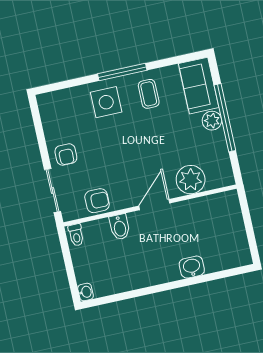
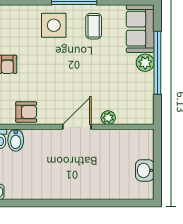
plant: (191, 180) -> (108, 118), width x0.53, depth x0.53
bidet: (120, 227) -> (16, 140), moved
washbasin: (192, 267) -> (145, 170), moved, turned -90

